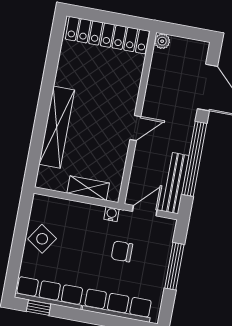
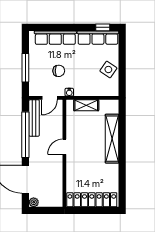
plant: (162, 41) -> (34, 202), moved

